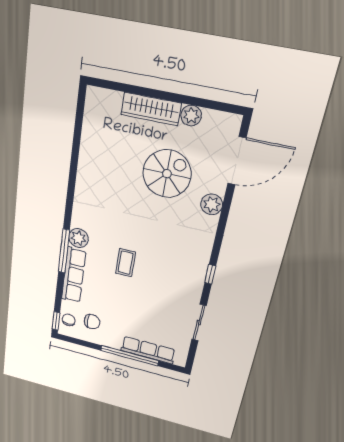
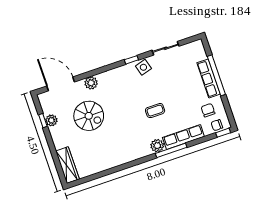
window: (198, 102) -> (43, 121), added
wardrobe: (151, 109) -> (67, 165), moved
spiral stairs: (167, 174) -> (89, 116), turned 180
side table: (191, 283) -> (143, 67), added
row of seats: (148, 350) -> (209, 78), moved

